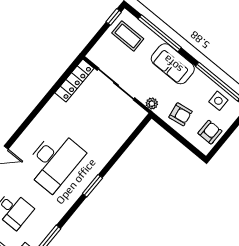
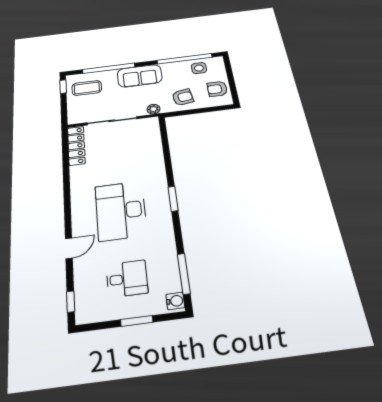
armchair: (210, 132) -> (217, 89), turned -90
desk: (54, 161) -> (121, 211), turned 180

